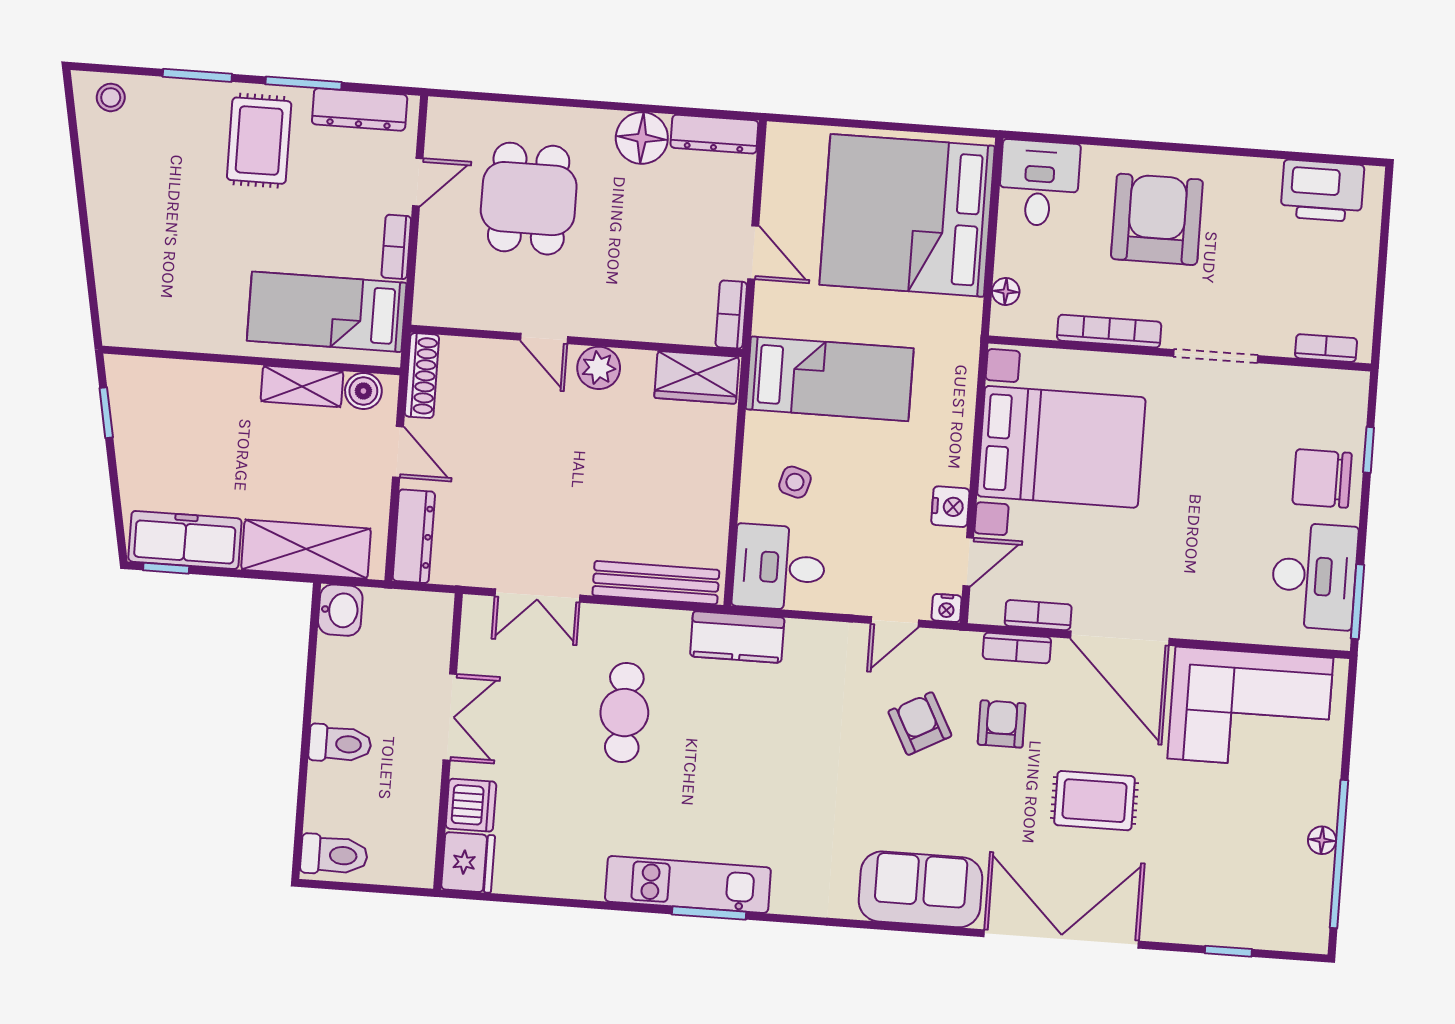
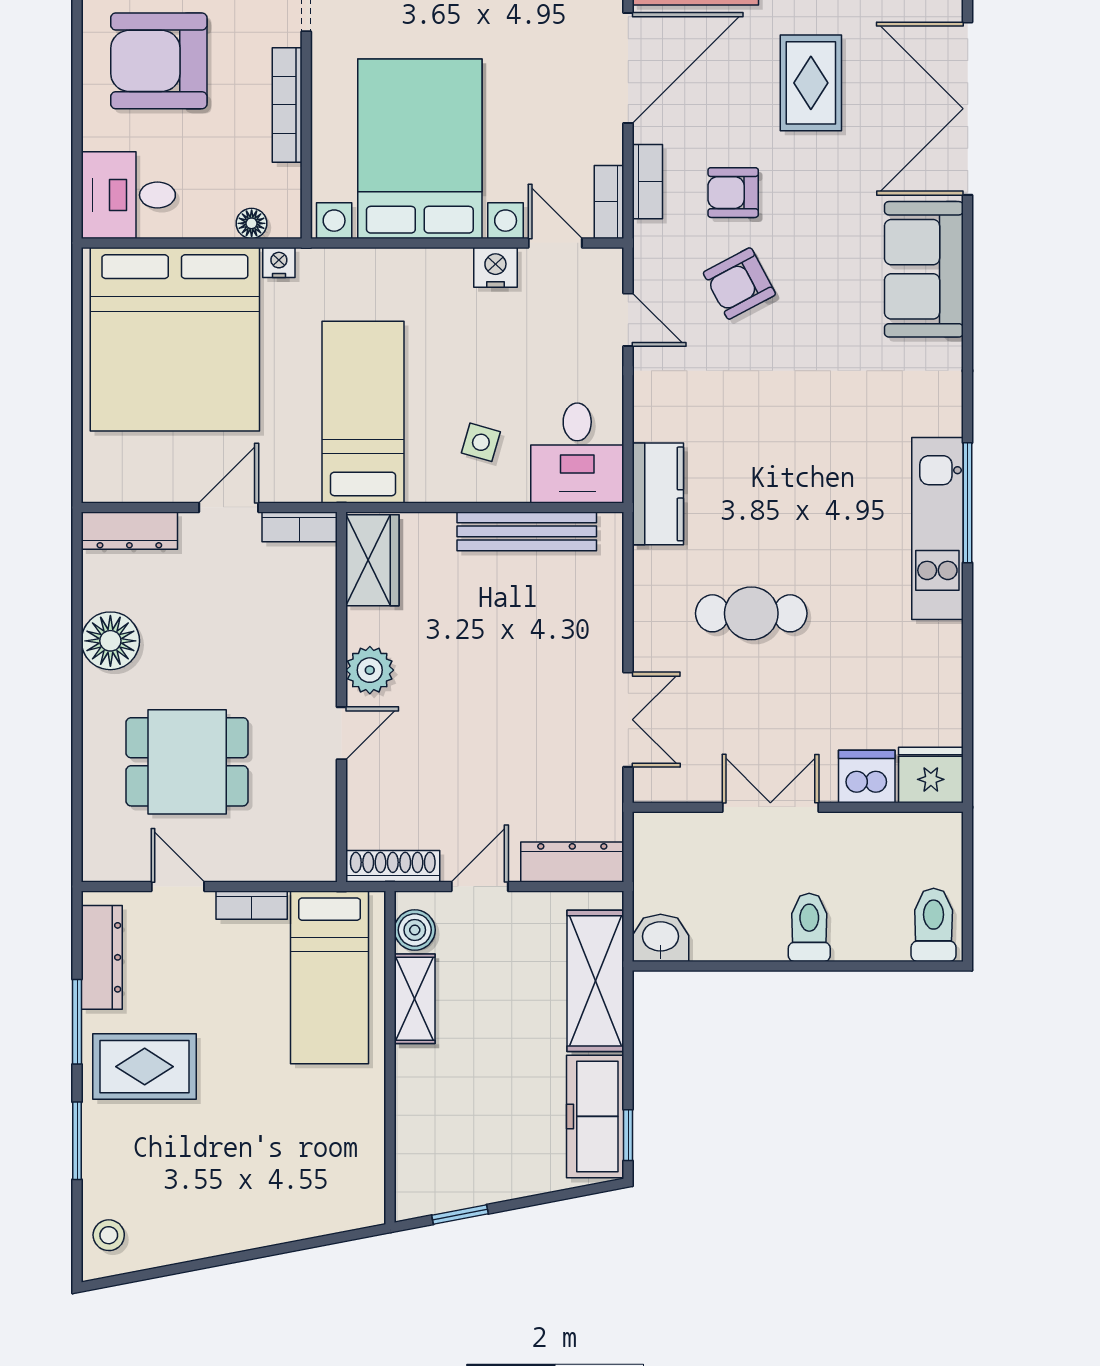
dresser: (714, 134) -> (129, 531), moved, turned 90
bench: (656, 583) -> (527, 531), moved, turned 90
nightstand: (947, 608) -> (279, 262), moved, turned -90
bookcase: (1038, 615) -> (609, 202), moved
window: (709, 913) -> (968, 503), width x1.44

